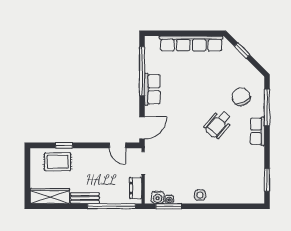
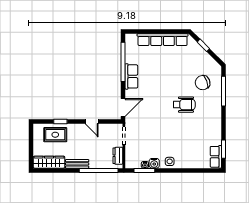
chair: (241, 97) -> (203, 83), turned -86
wheelchair: (218, 124) -> (184, 105), turned -130
row of seats: (257, 131) -> (216, 157), moved
door: (117, 145) -> (92, 122), moved
water cooler: (158, 197) -> (154, 163), moved

